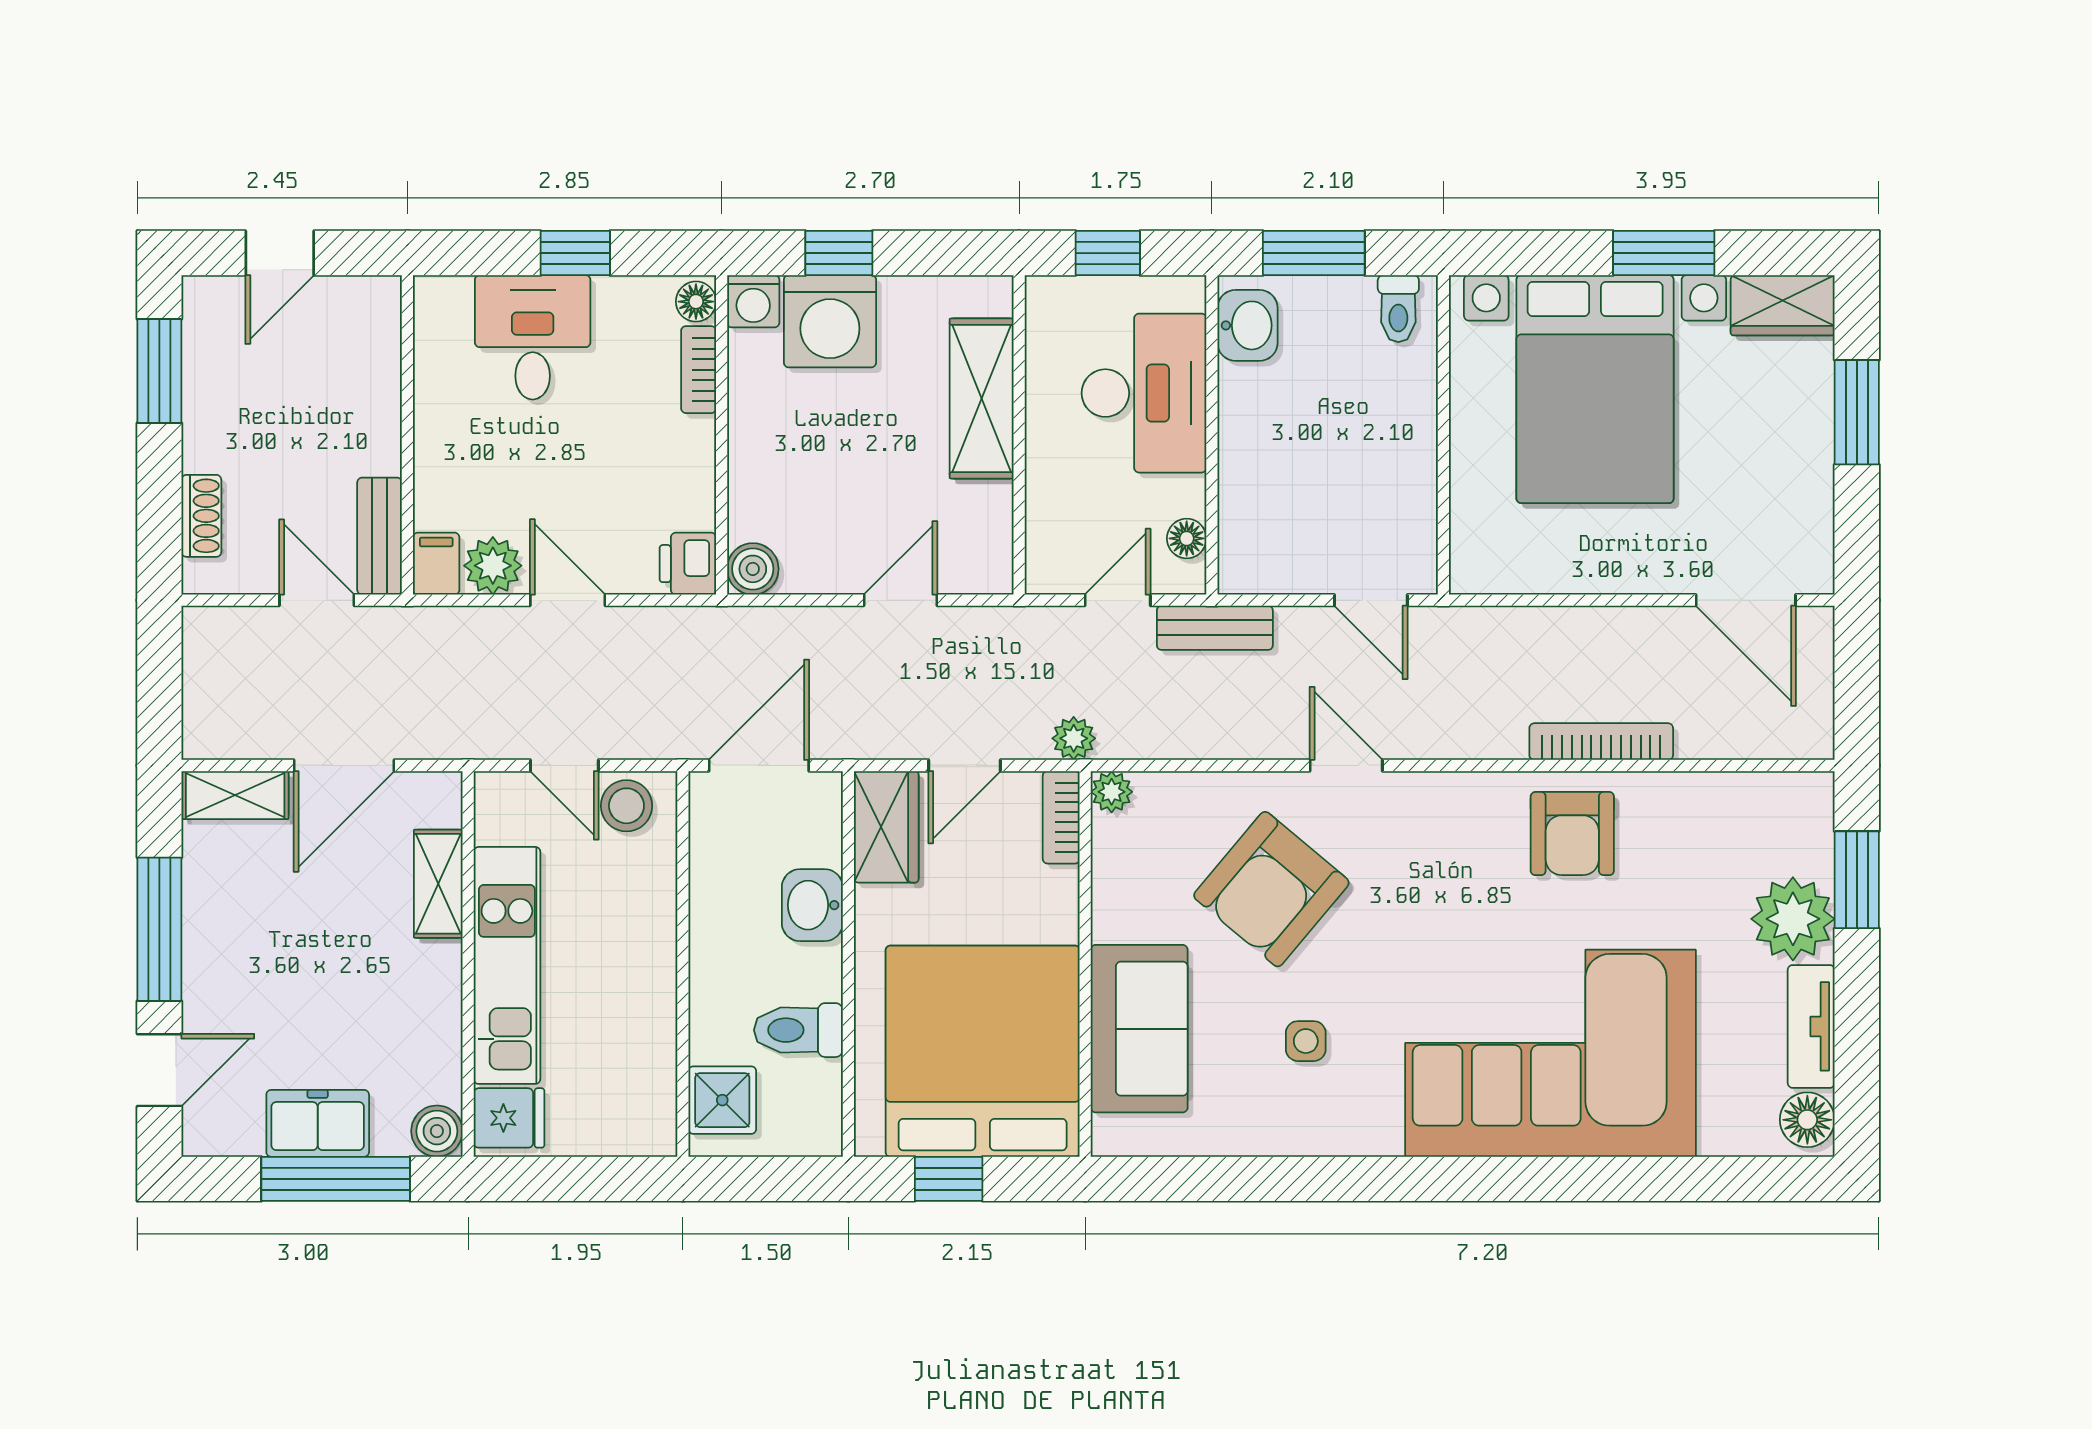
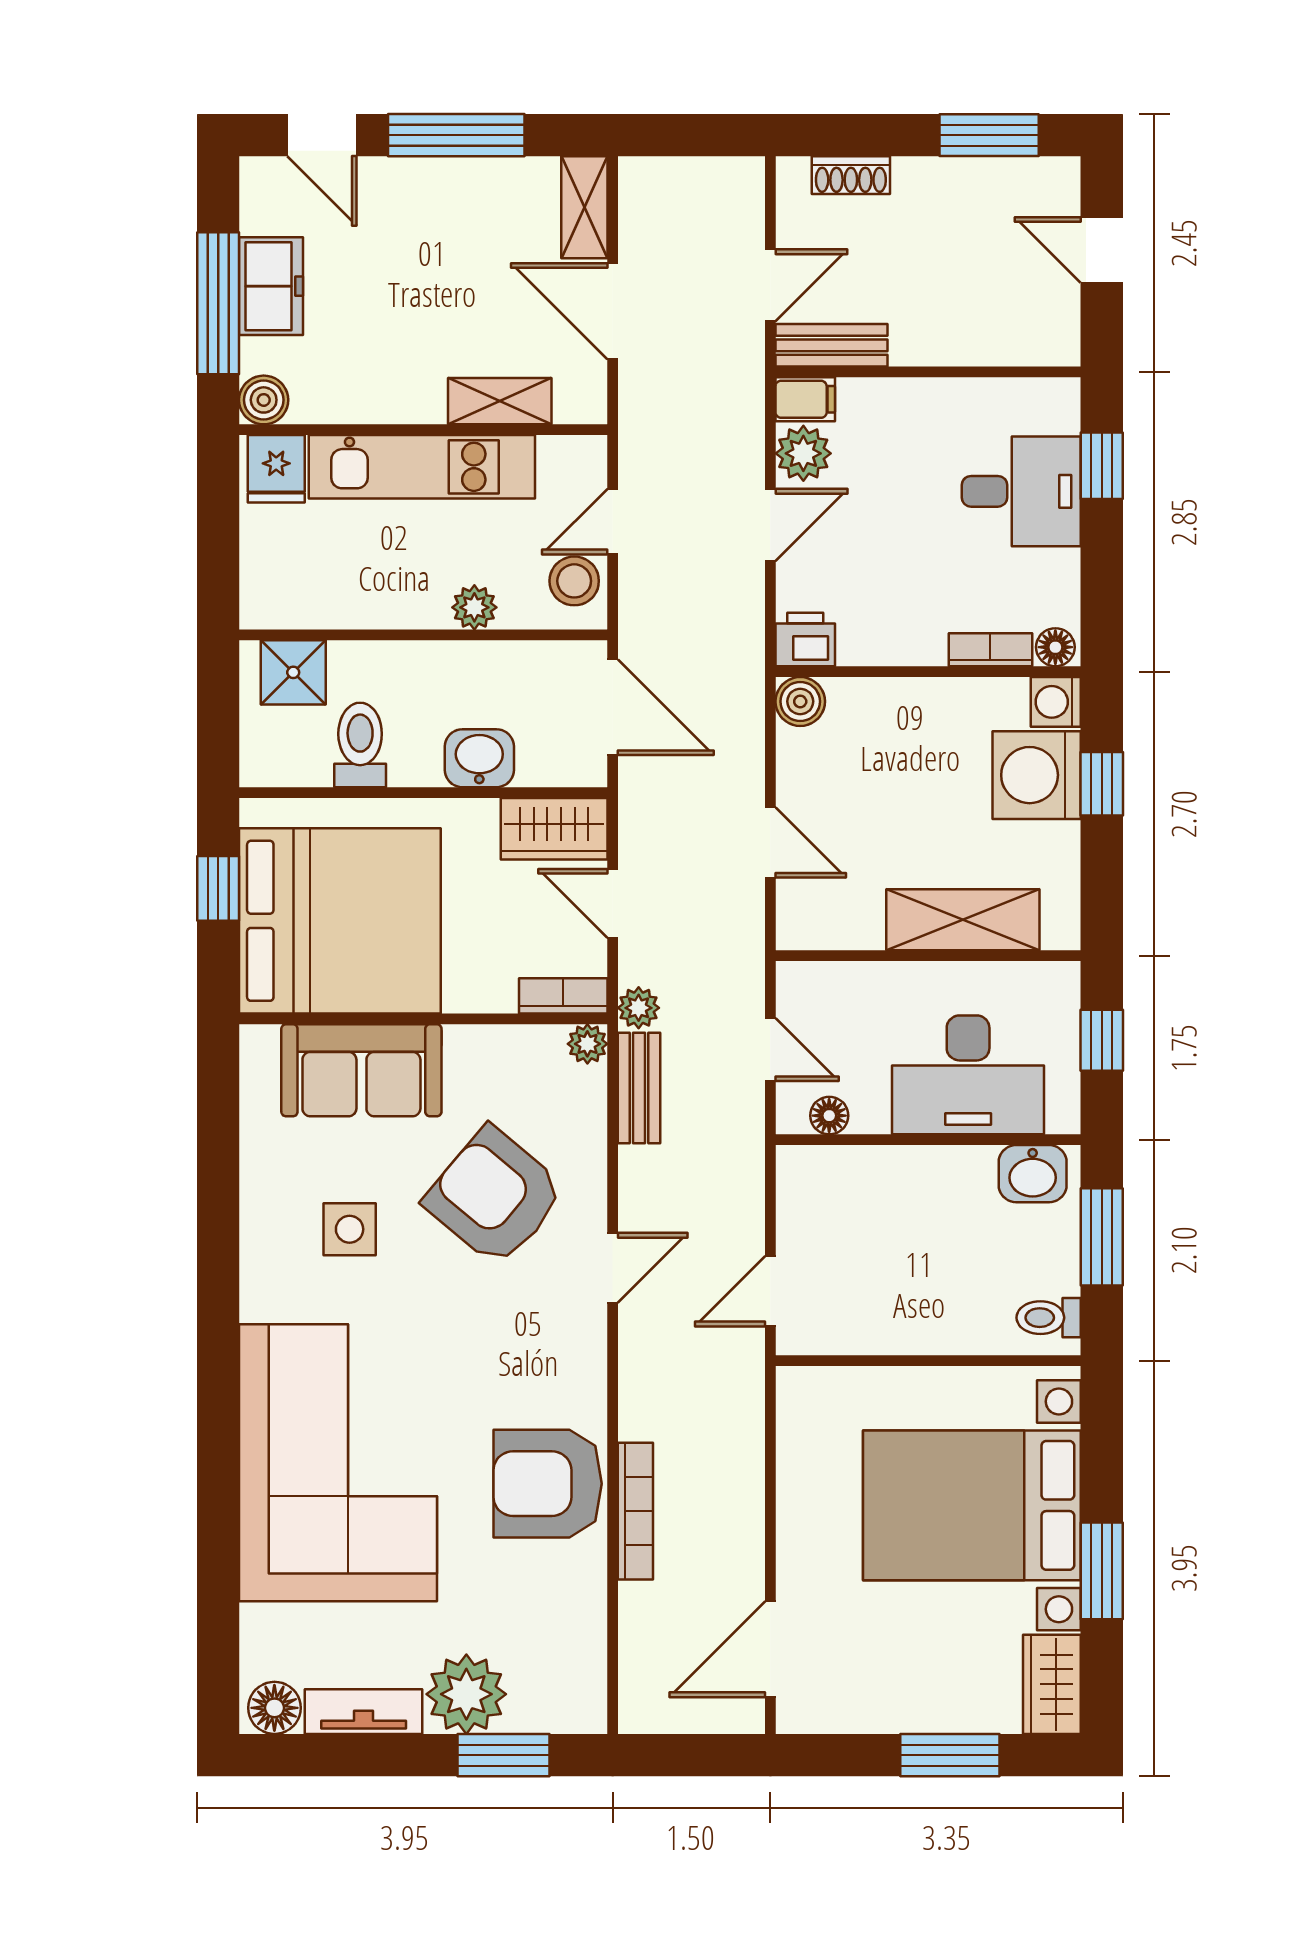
window: (575, 253) -> (1102, 466), moved
bench: (1215, 628) -> (639, 1088), moved
armchair: (1572, 834) -> (548, 1484), width x1.36, depth x1.36
plant: (654, 910) -> (474, 607), added
side table: (1306, 1041) -> (350, 1229), width x1.37, depth x1.37

